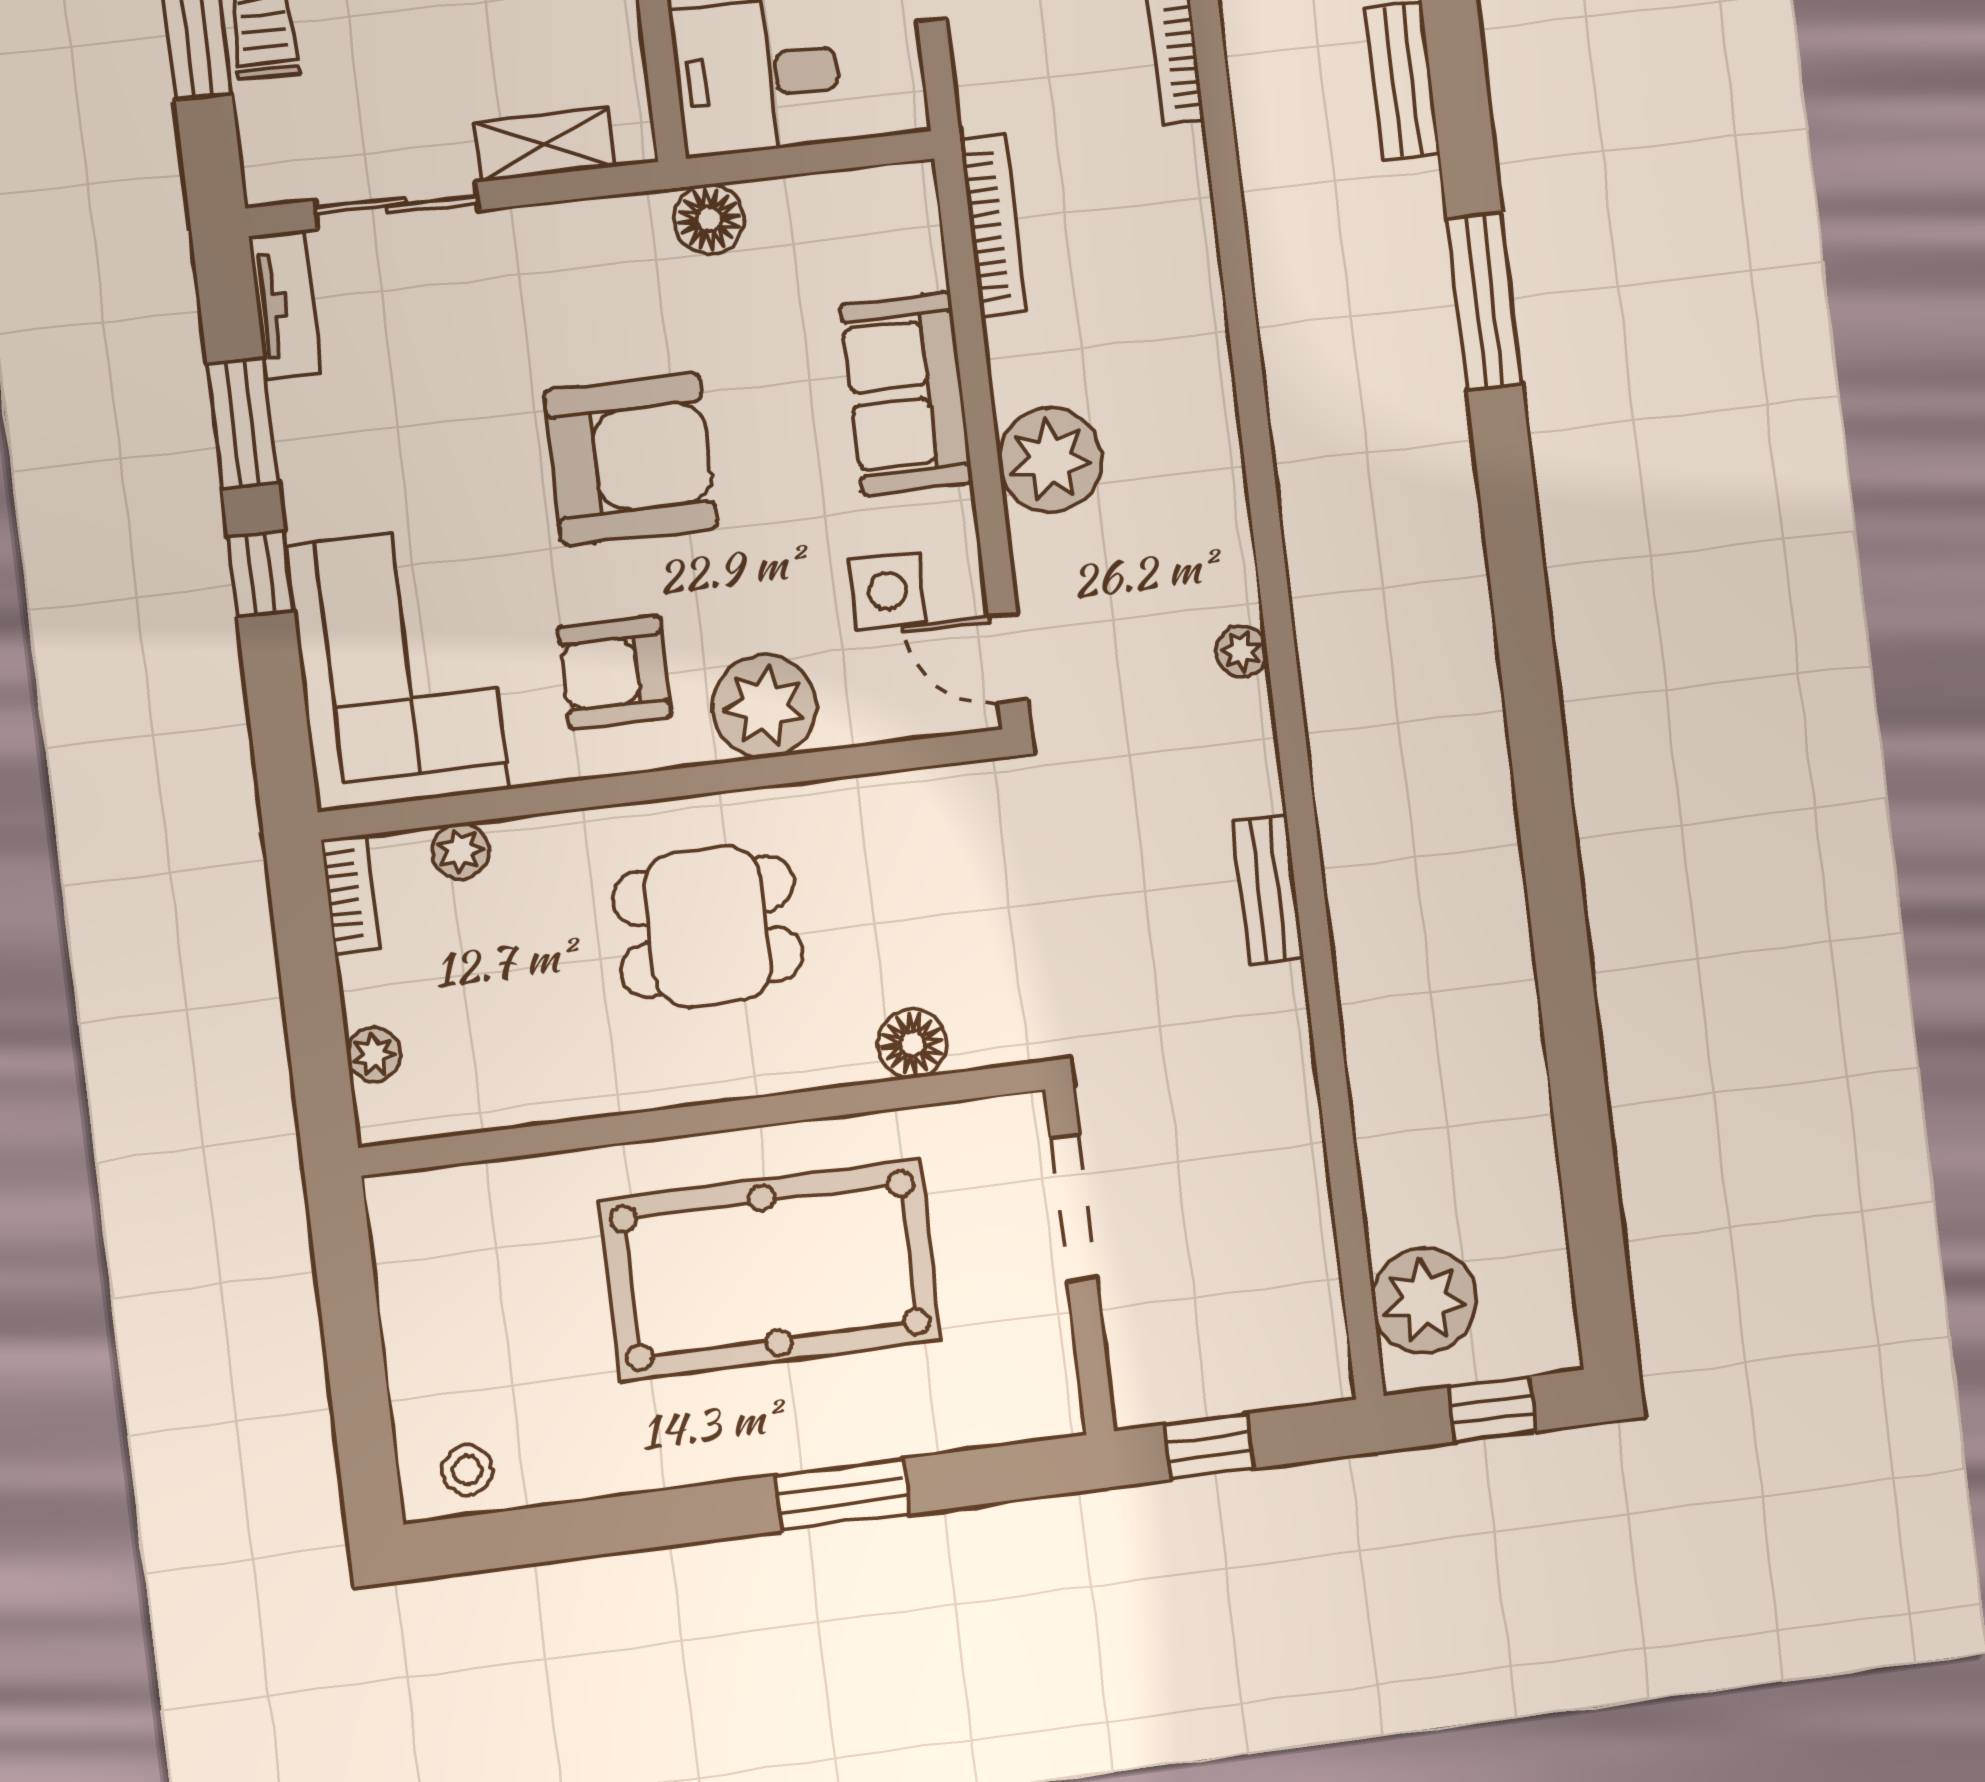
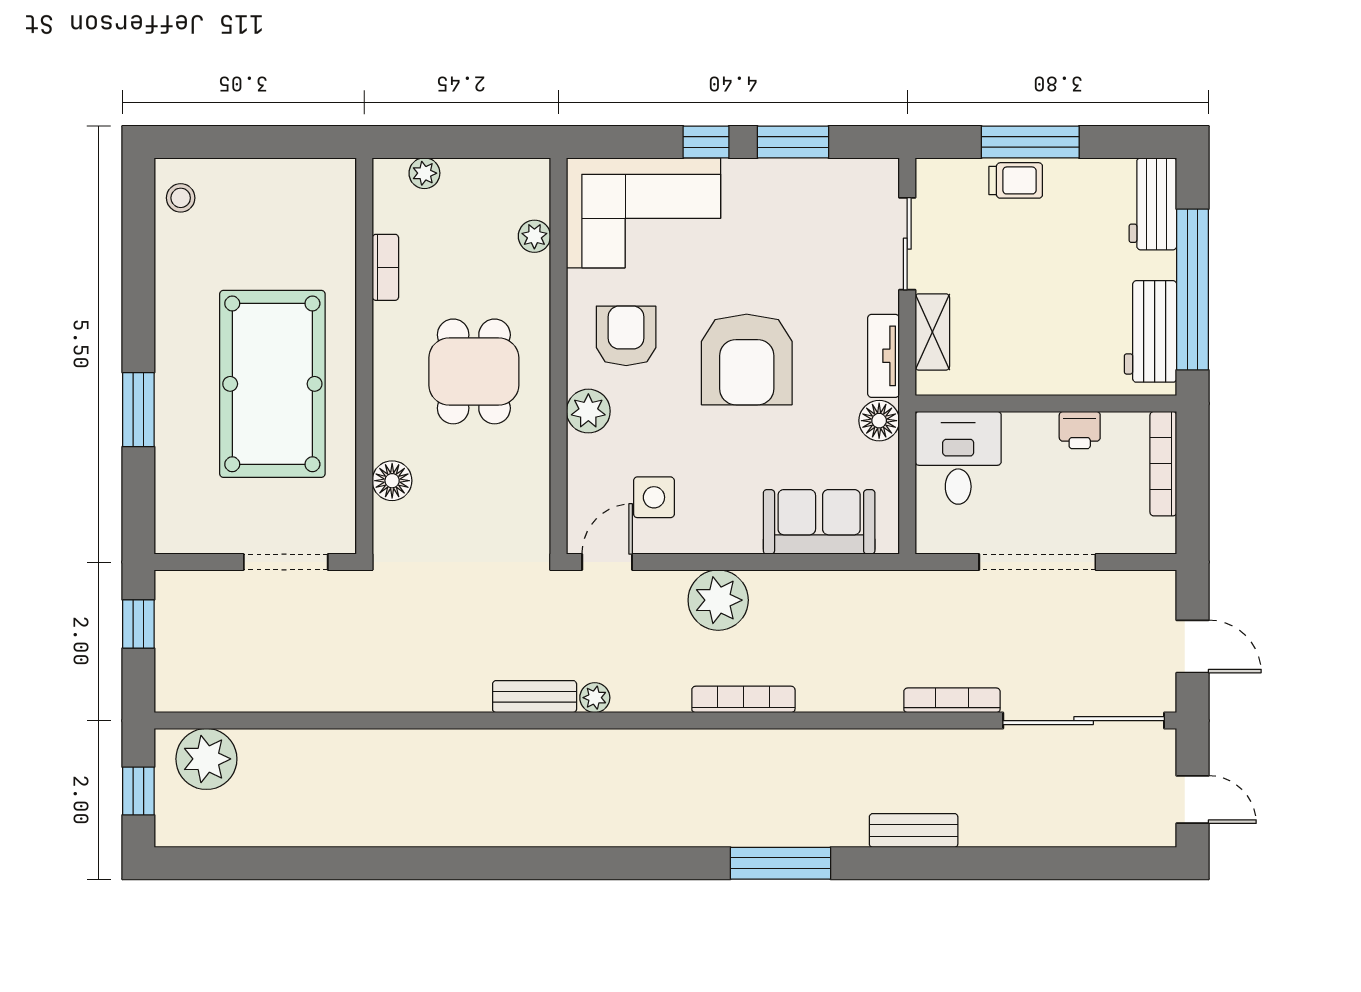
bookcase: (993, 225) -> (743, 699), moved, turned 180
tv unit: (285, 305) -> (883, 356), moved, turned 90
sofa: (906, 393) -> (819, 522), moved
plant: (764, 706) -> (588, 411), width x0.73, depth x0.73
bench: (1268, 889) -> (535, 697), moved
bookcase: (351, 894) -> (385, 267), moved, turned -90

